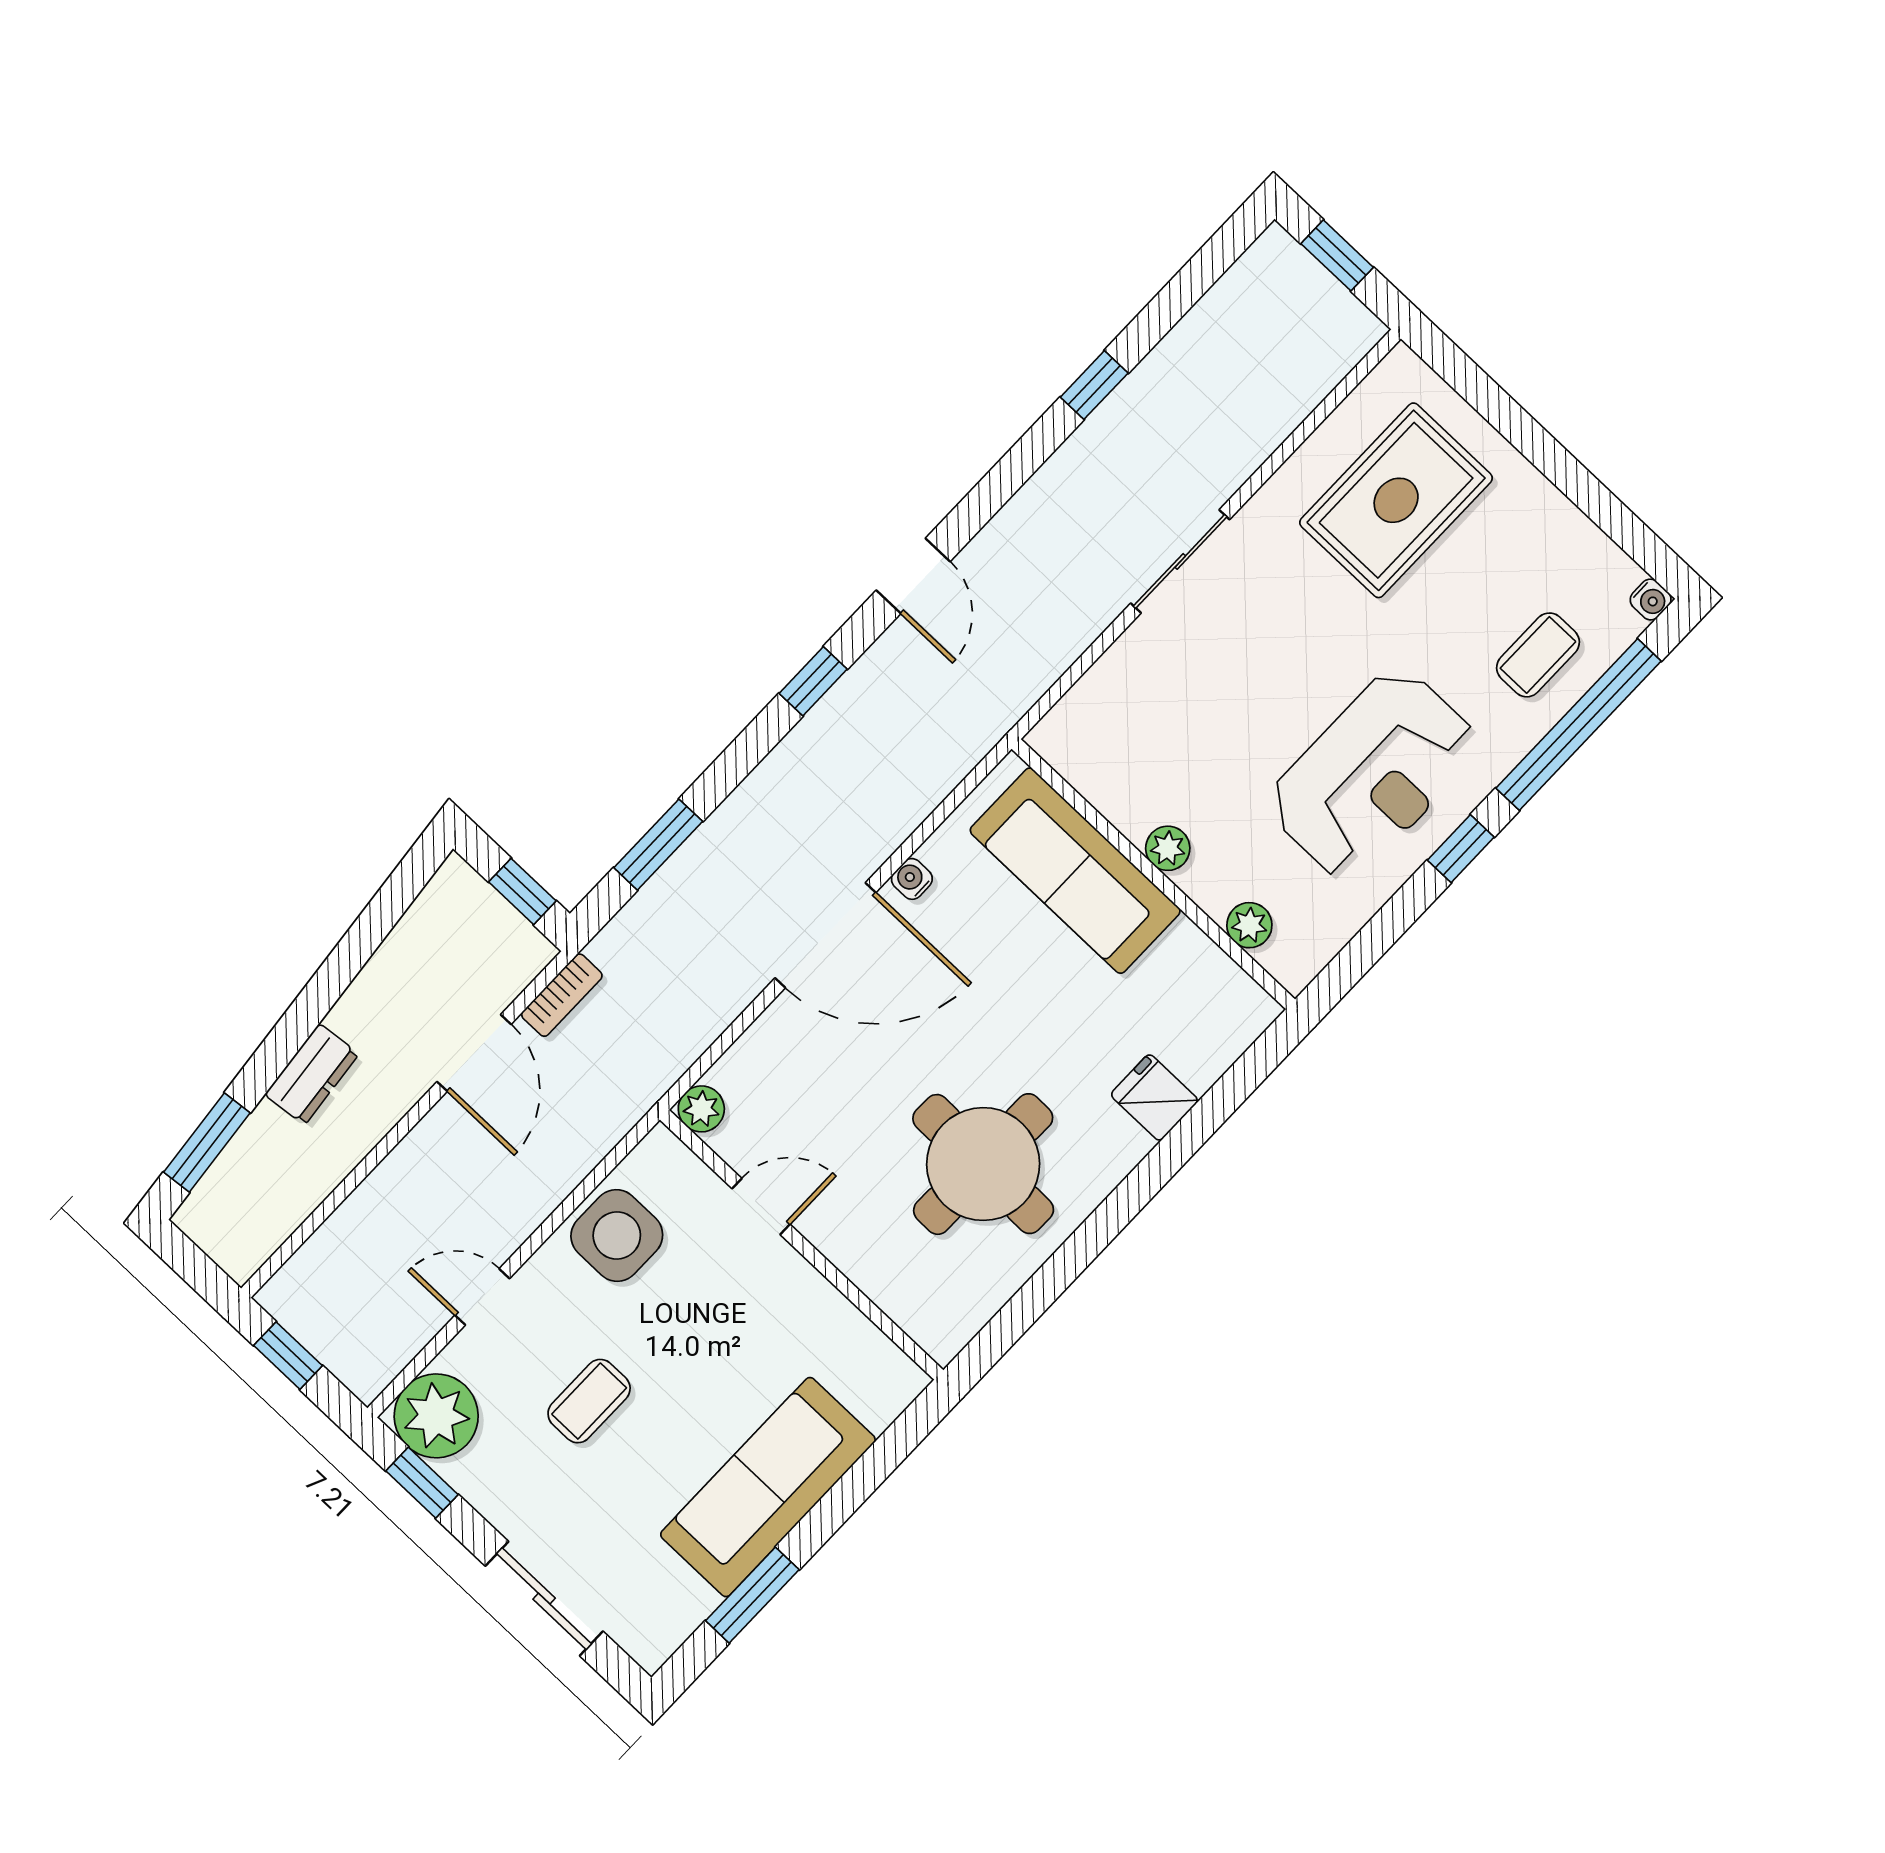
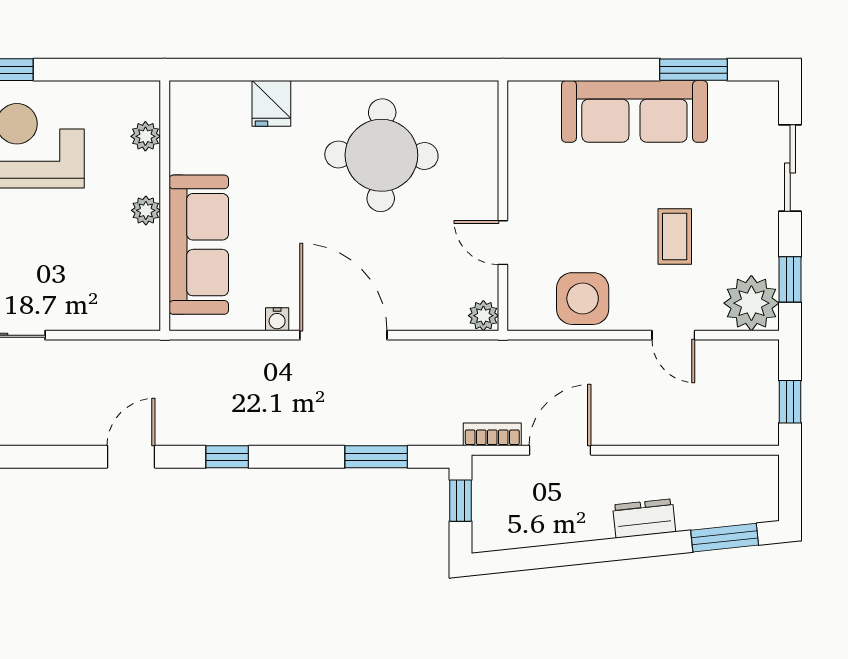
coffee table: (589, 1401) -> (675, 236), turned 90

